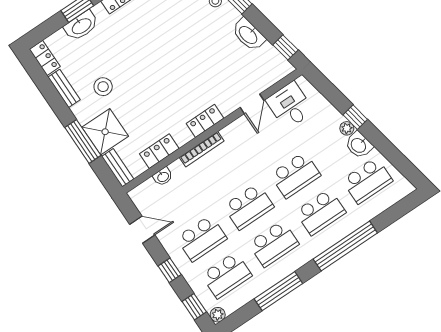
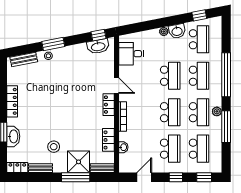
washbasin: (248, 35) -> (98, 46), moved
door: (252, 104) -> (117, 86), moved
window: (355, 117) -> (199, 15), moved
plant: (218, 315) -> (217, 111), moved

